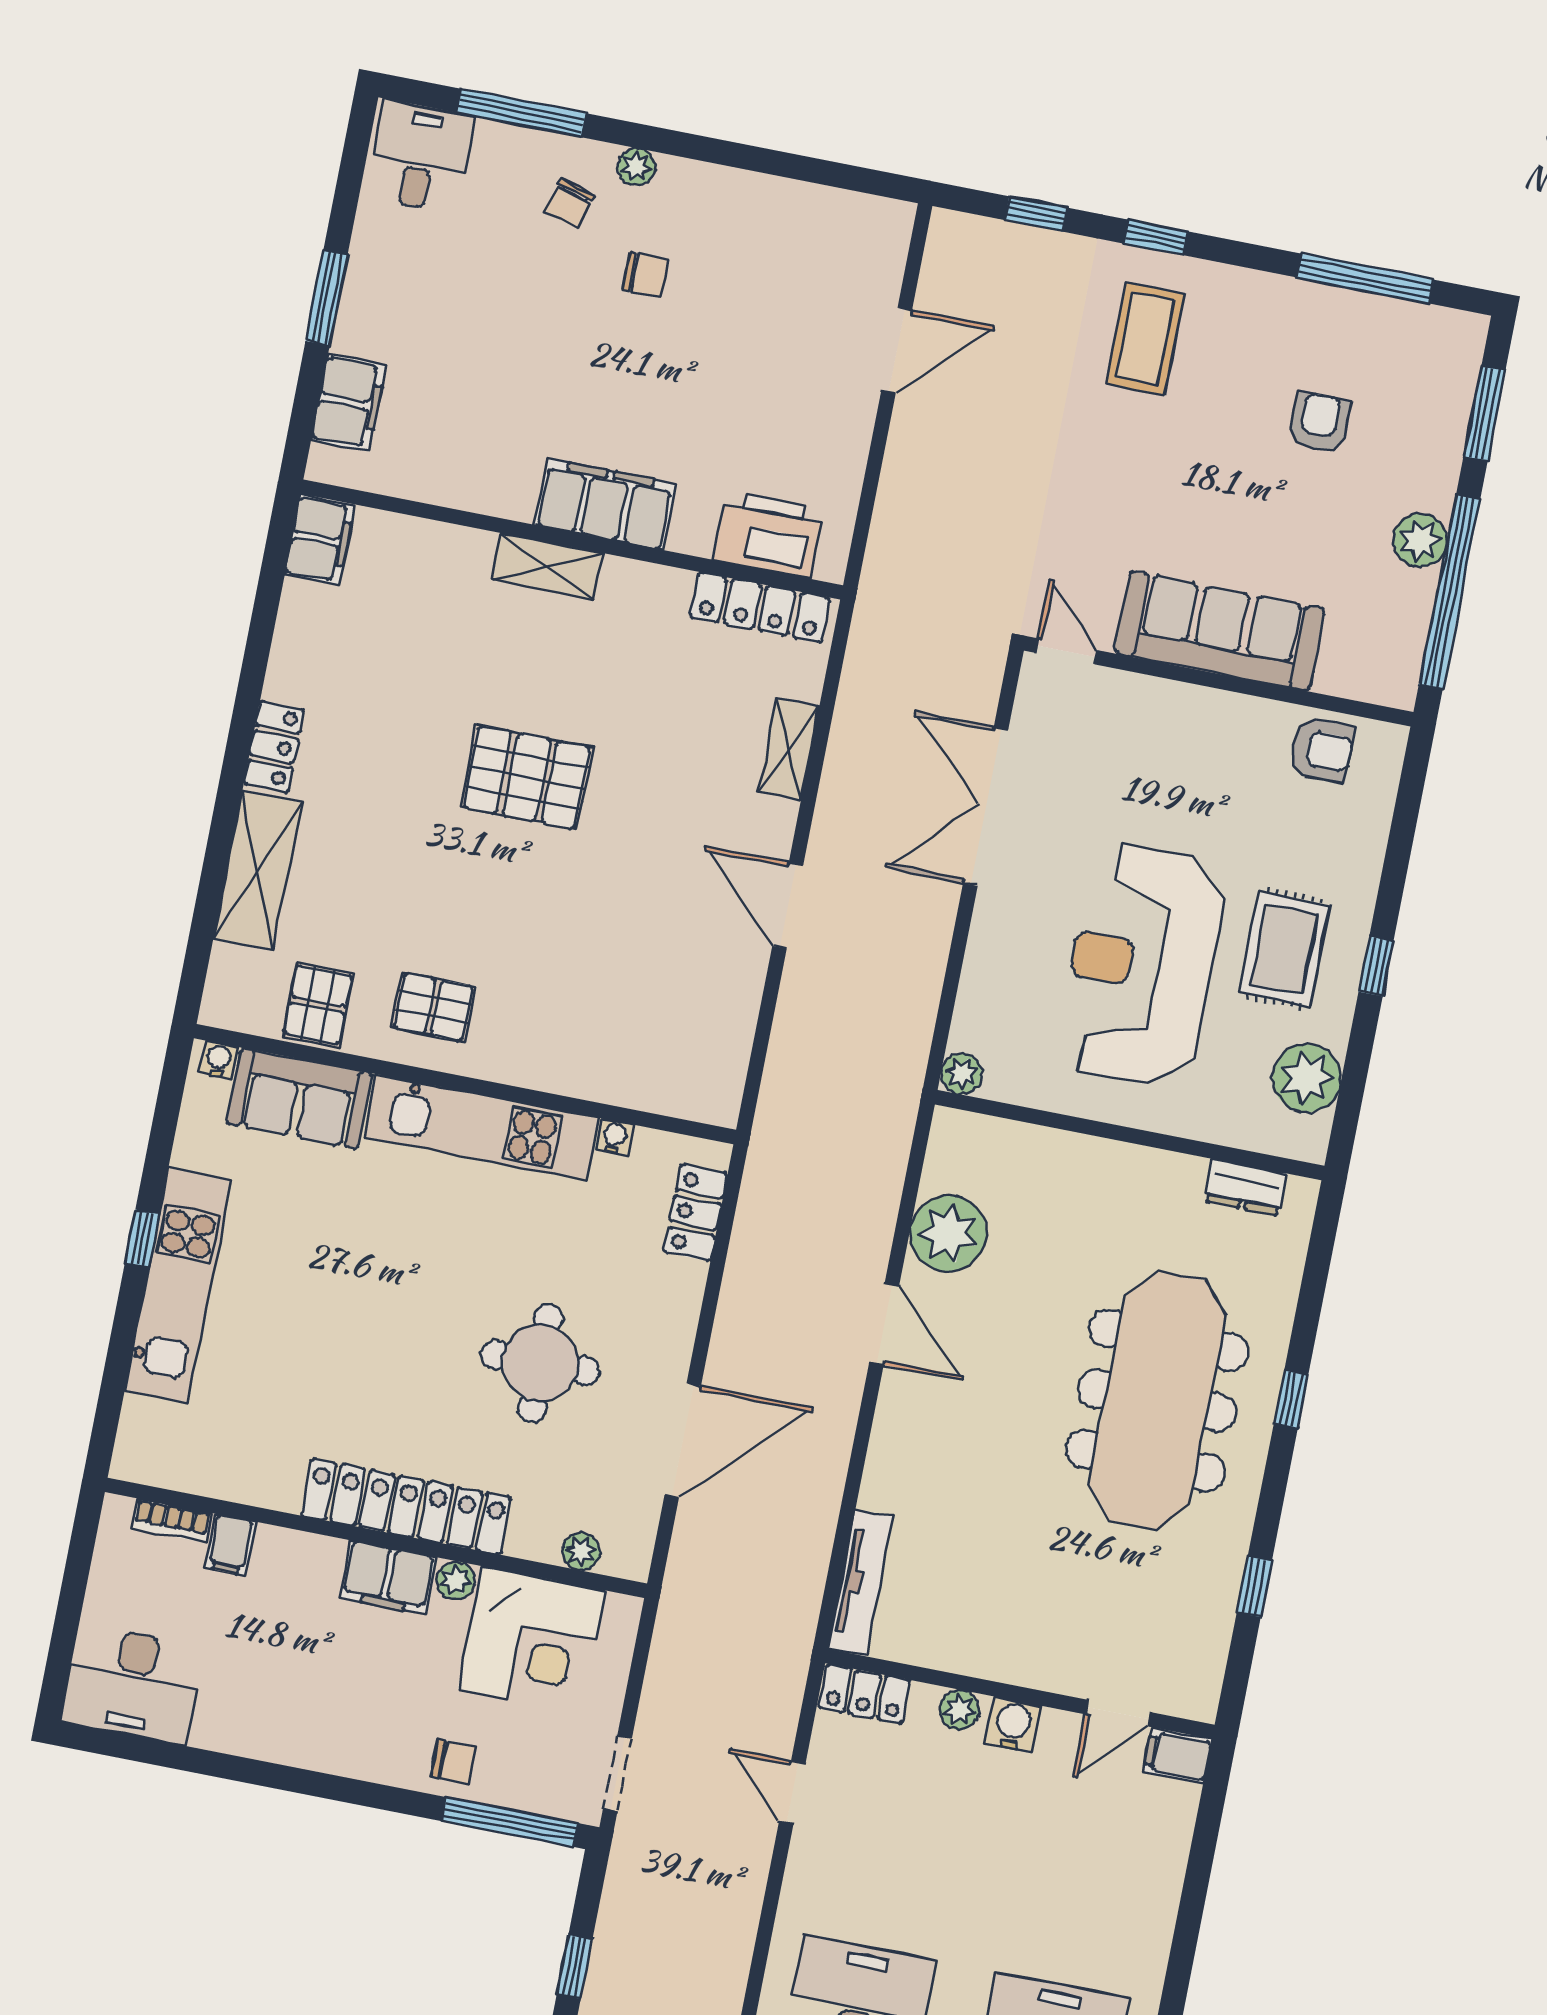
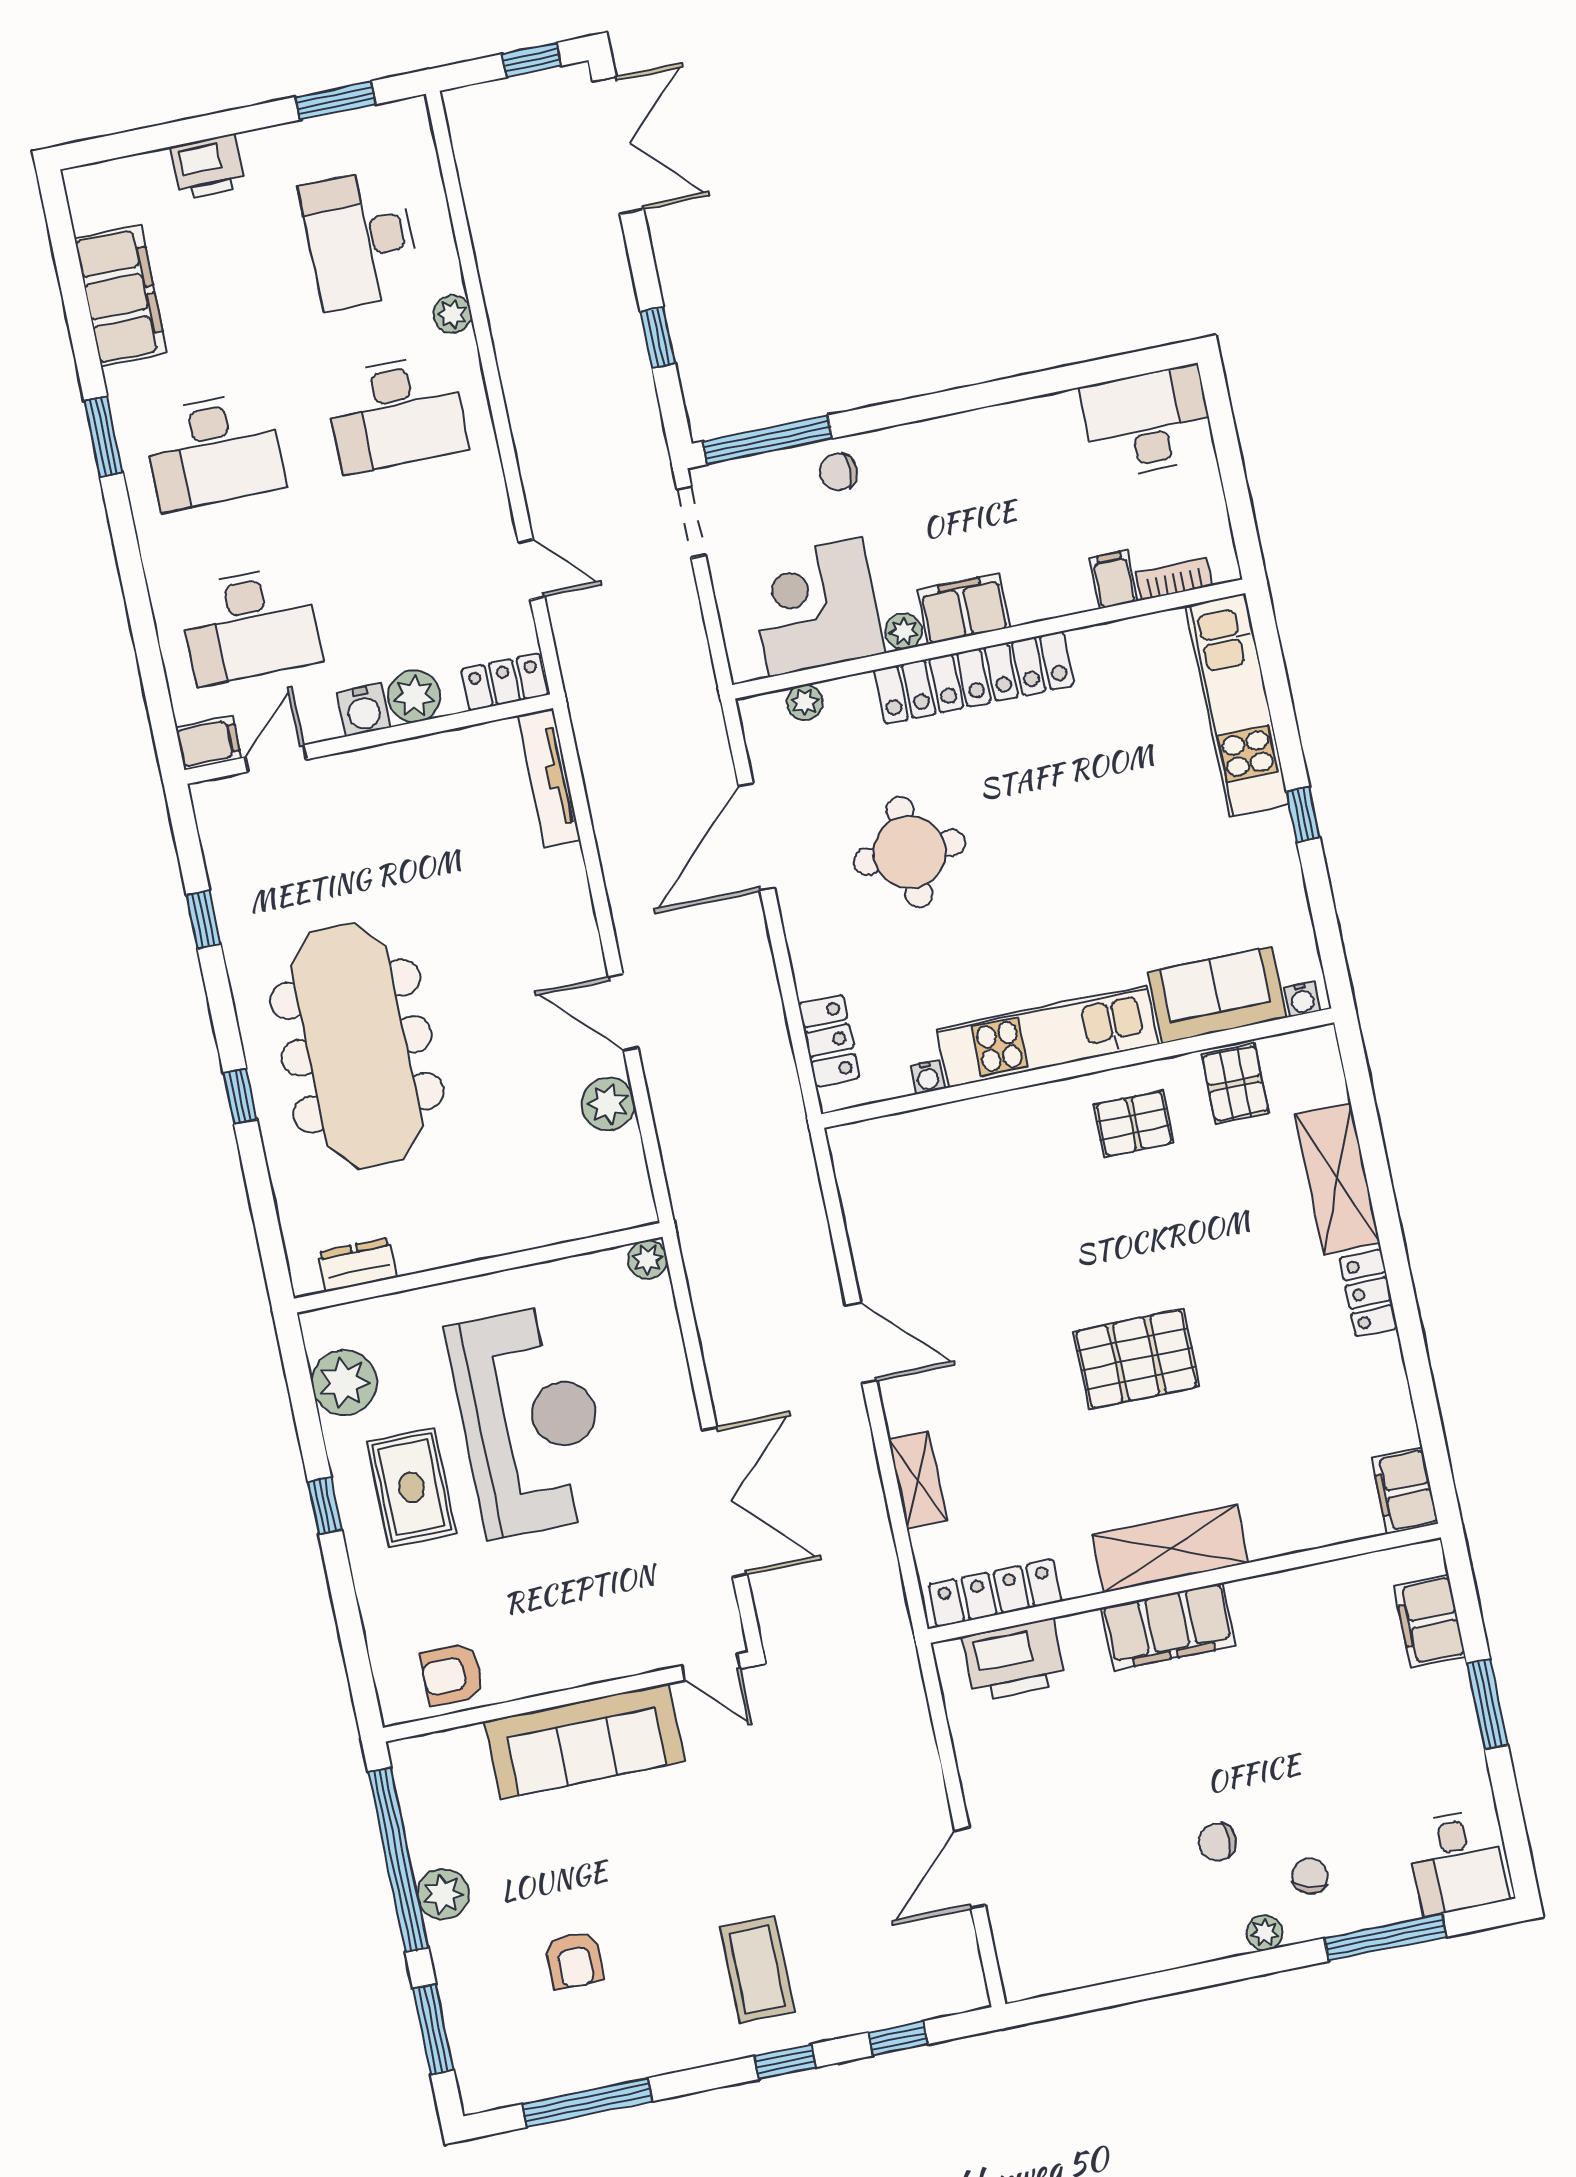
shelving: (547, 566) -> (1170, 1549), width x1.50, depth x1.33
plant: (948, 1233) -> (608, 1104), width x0.73, depth x0.73
kitchen unit: (178, 1286) -> (1238, 705), moved
plant: (959, 1710) -> (414, 696), width x1.38, depth x1.38
desk: (1089, 1853) -> (250, 625), added

